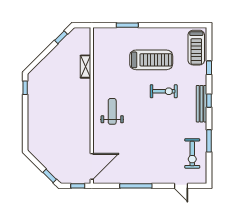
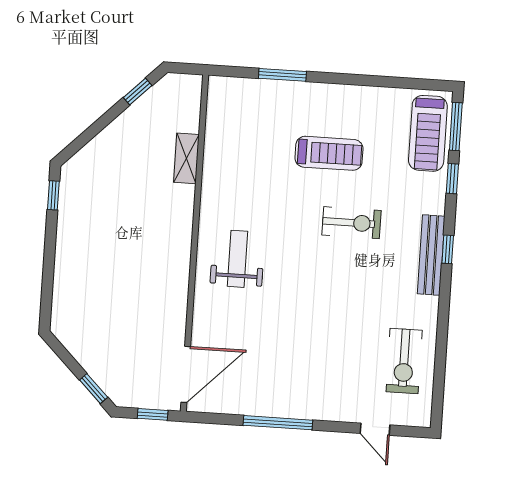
treadmill: (151, 60) -> (329, 153), width x0.73, depth x0.73
window: (209, 141) -> (456, 127), moved

